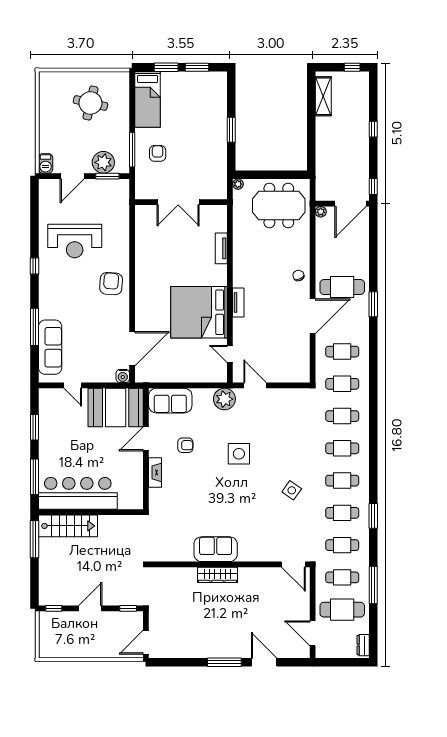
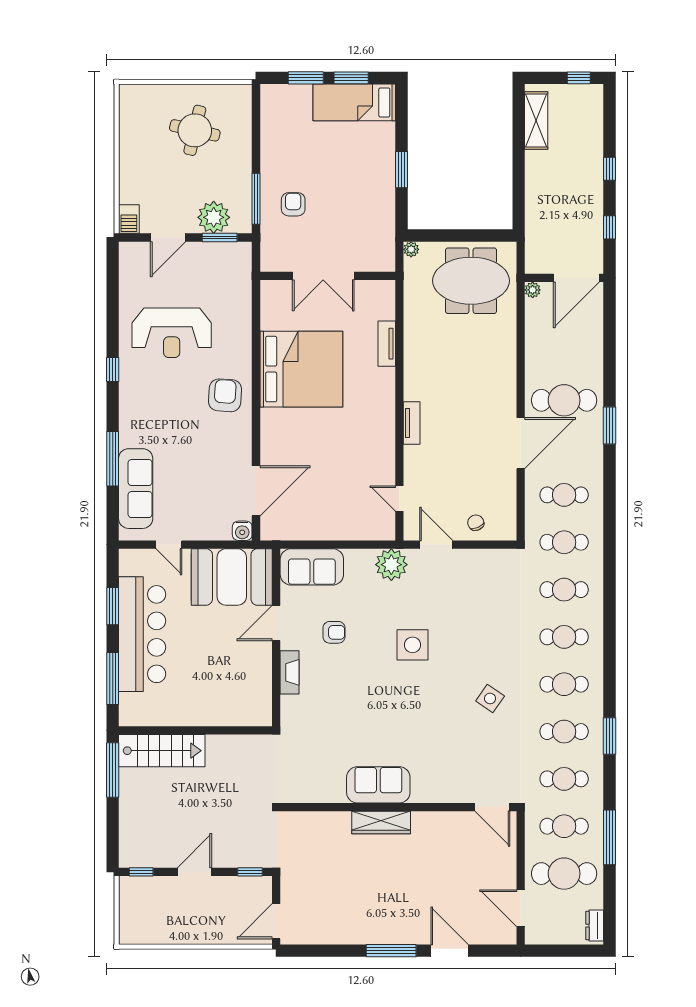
bed: (148, 99) -> (354, 102), moved, turned 90
window: (373, 187) -> (610, 227), moved
chair: (298, 276) -> (476, 523), moved
bed: (199, 312) -> (301, 369), moved, turned 180
bar counter: (78, 493) -> (142, 634), moved, turned 90

